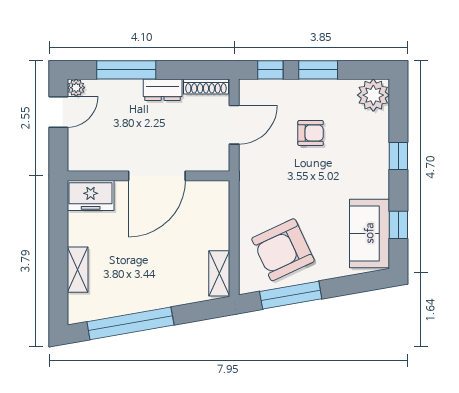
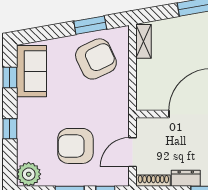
armchair: (311, 133) -> (75, 146), width x1.88, depth x1.88
window: (291, 295) -> (90, 25), width x0.69

